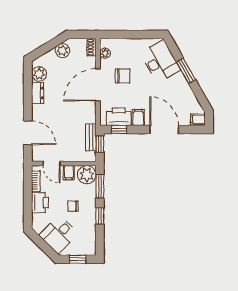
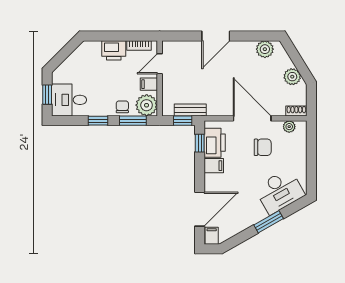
chair: (123, 76) -> (263, 147), turned -90
dresser: (38, 93) -> (243, 48), removed
door: (164, 130) -> (200, 209), moved
door: (28, 133) -> (216, 36), moved
chair: (73, 206) -> (122, 107), moved
desk: (59, 234) -> (69, 100), moved, turned -45

